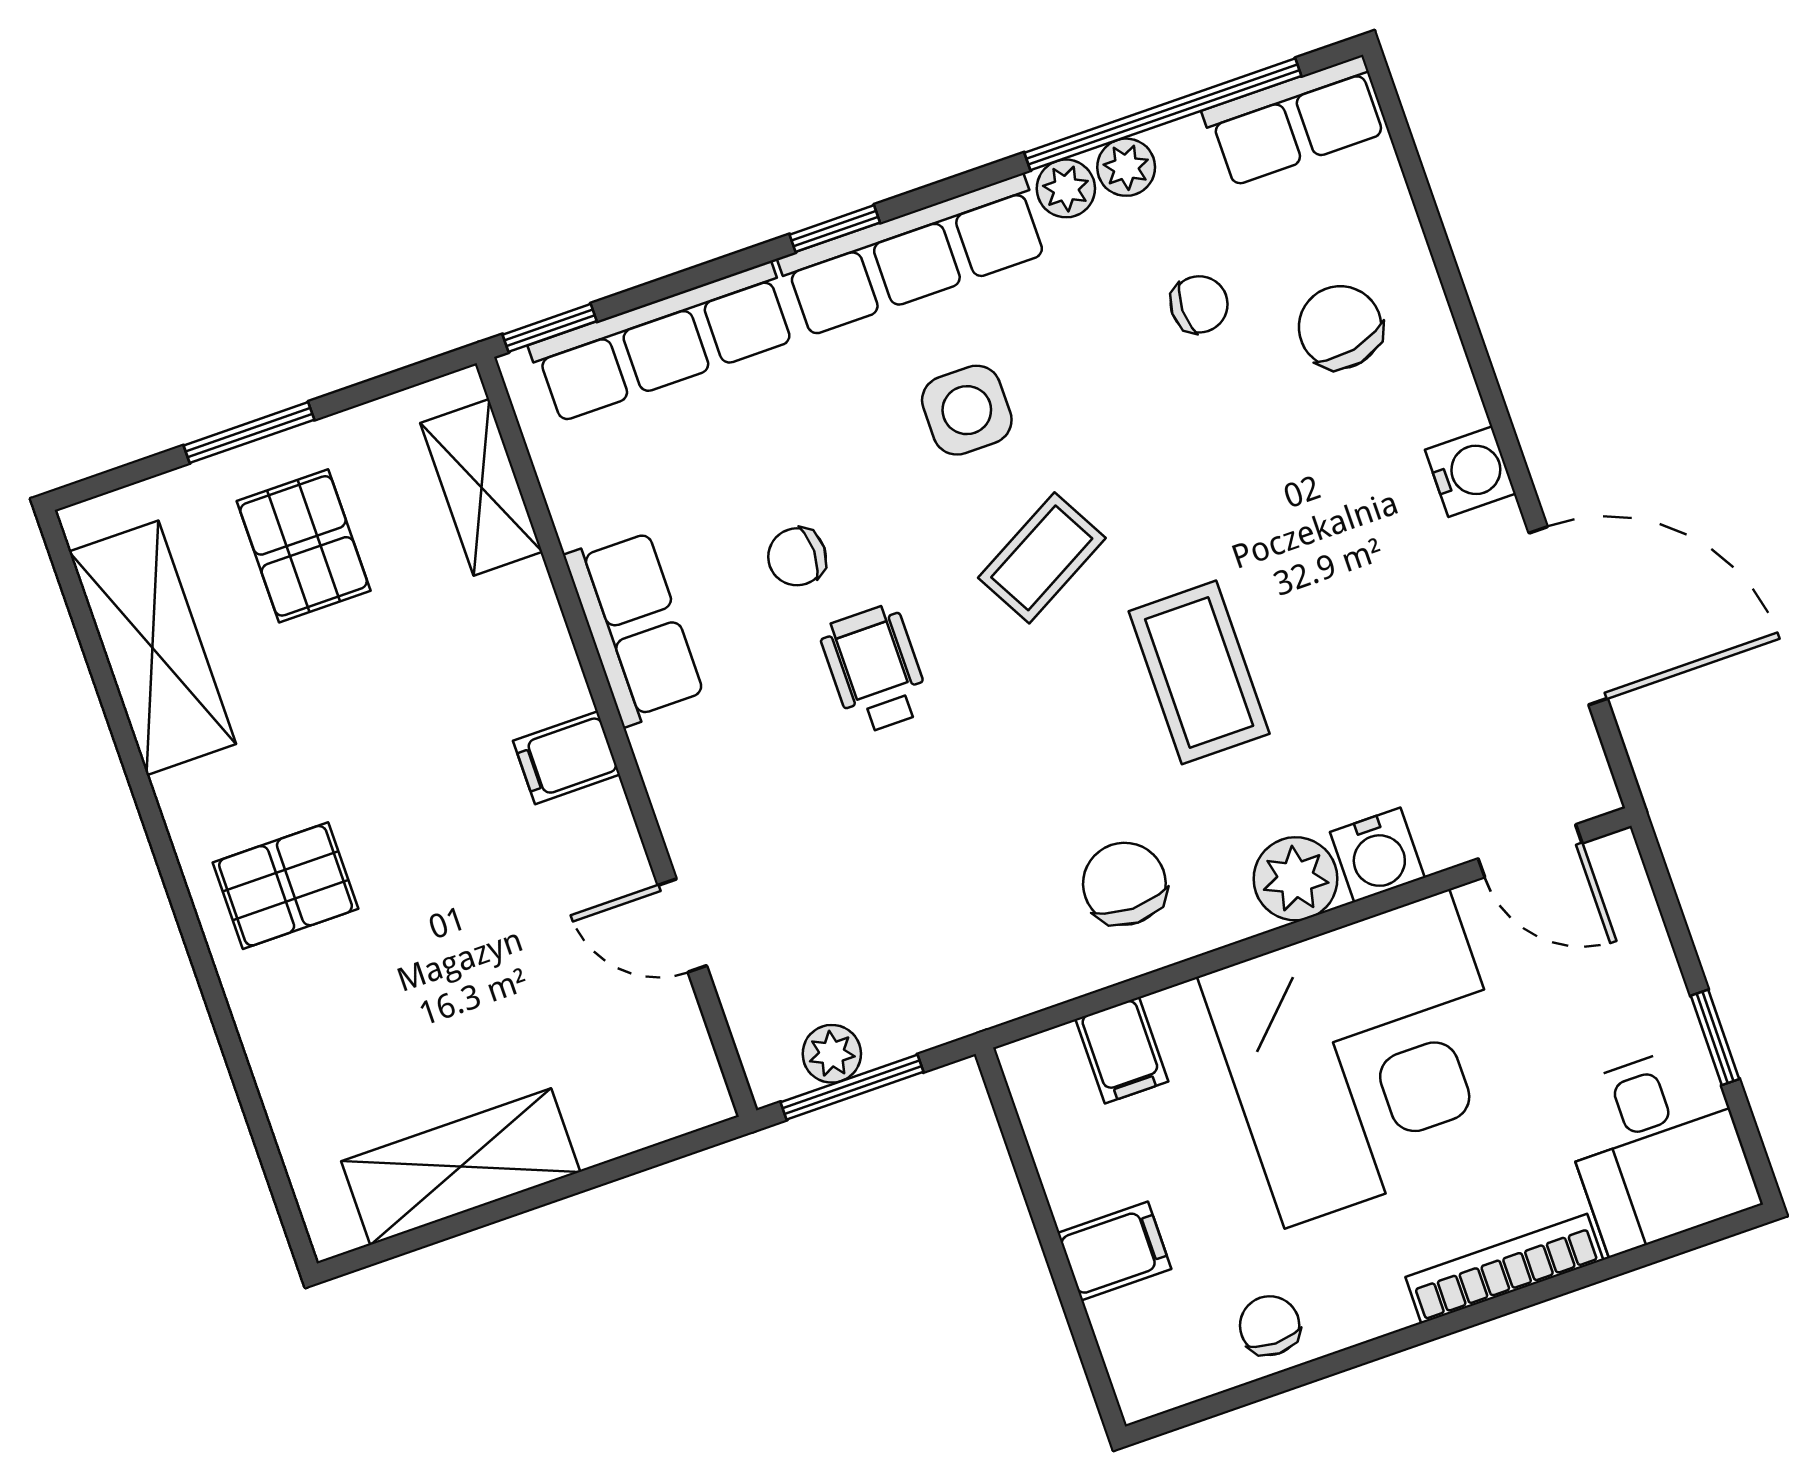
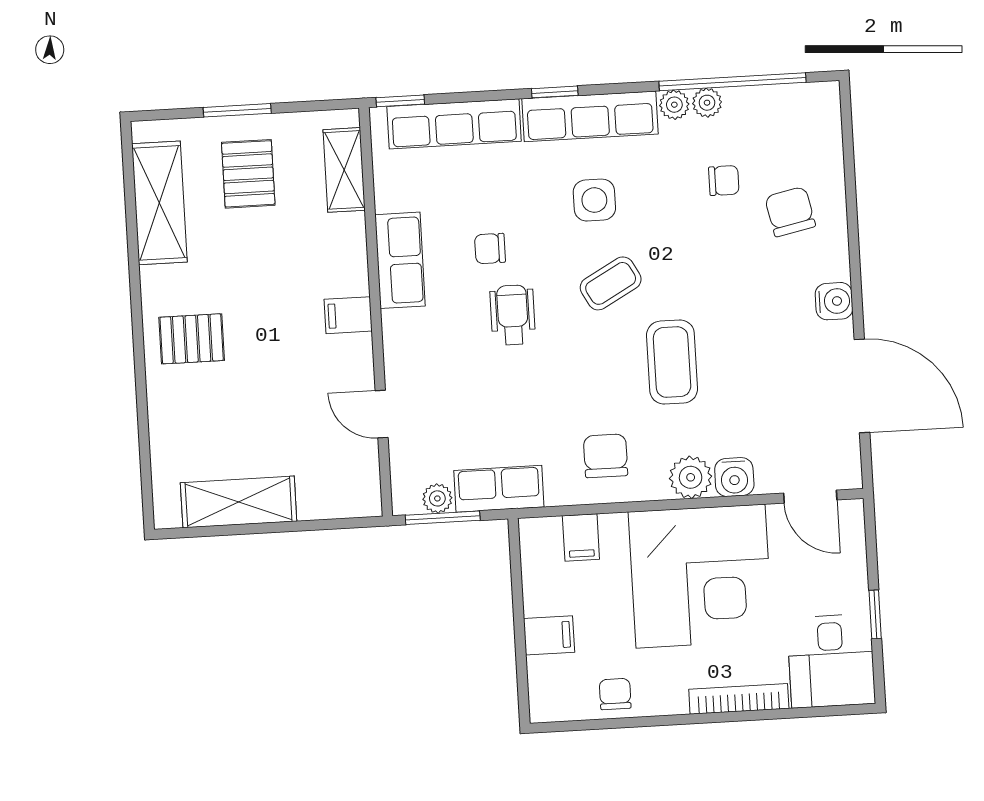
row of seats: (1295, 121) -> (499, 489), moved, turned 180

